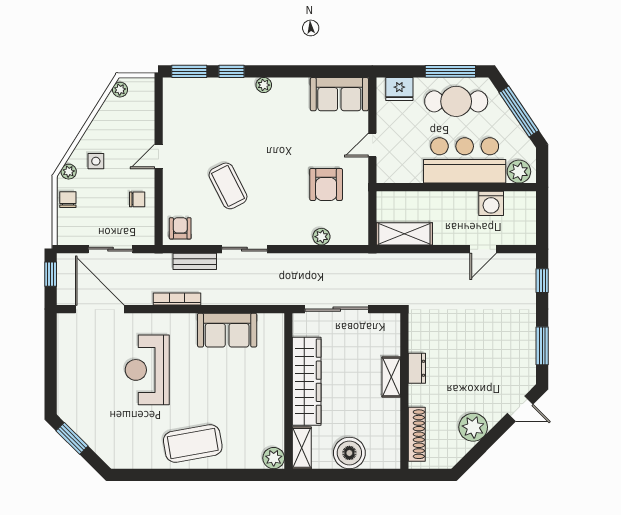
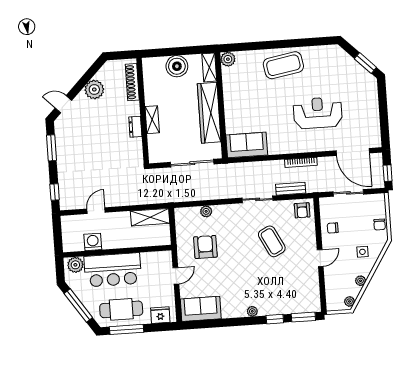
plant: (69, 172) -> (361, 281), moved
sofa: (227, 330) -> (247, 145), moved
reception desk: (147, 370) -> (318, 113), turned -90

